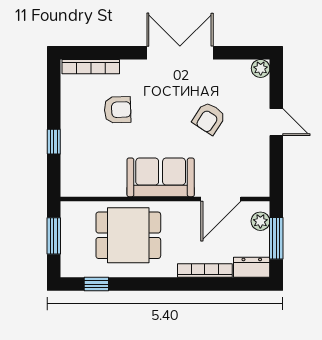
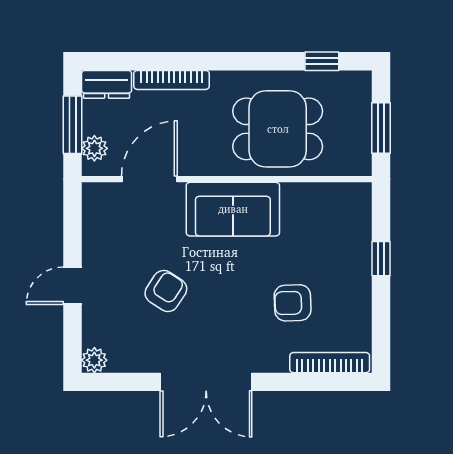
door: (276, 122) -> (73, 286), hinge flipped

